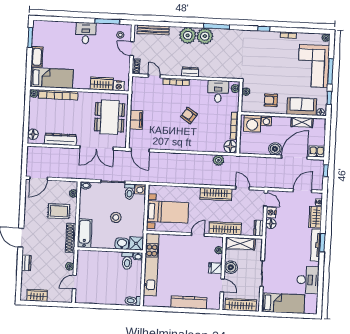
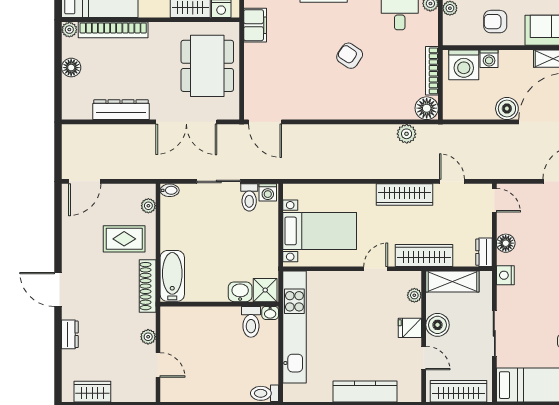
filing cabinet: (136, 120) -> (255, 25), moved
floor lamp: (33, 134) -> (71, 68), moved
nightstand: (271, 212) -> (505, 275), moved
stool: (116, 217) -> (227, 245), removed
door: (74, 282) -> (158, 365), swing flipped

